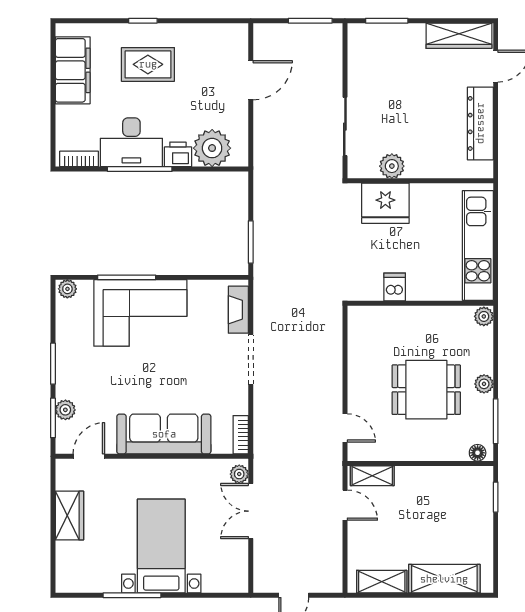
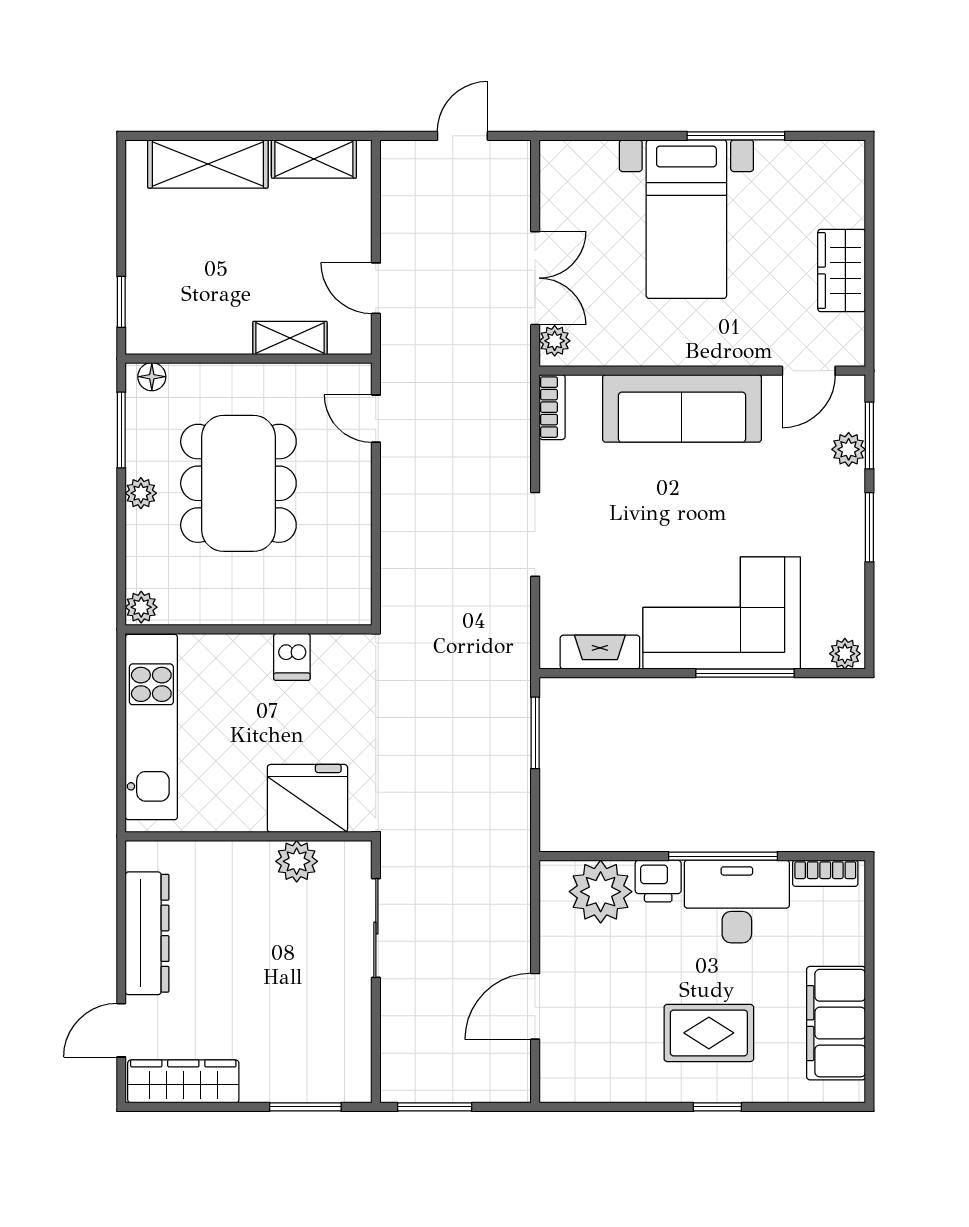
fireplace: (238, 310) -> (600, 652), moved, turned -90
dining table: (426, 390) -> (238, 483), width x1.37
shelving: (372, 476) -> (290, 338), moved

